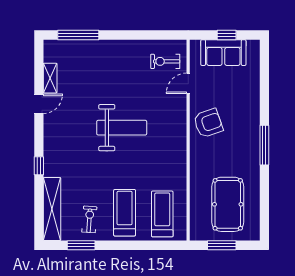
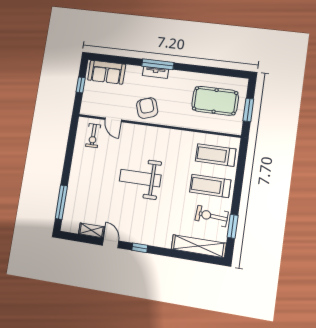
sofa: (223, 53) -> (107, 72), moved, turned 90
tv unit: (254, 127) -> (155, 72), added
weight bench: (122, 128) -> (140, 178), turned -90
window: (264, 145) -> (158, 64), moved
window: (39, 166) -> (140, 248), moved
exercise bike: (89, 219) -> (212, 216), width x1.38, depth x1.39

